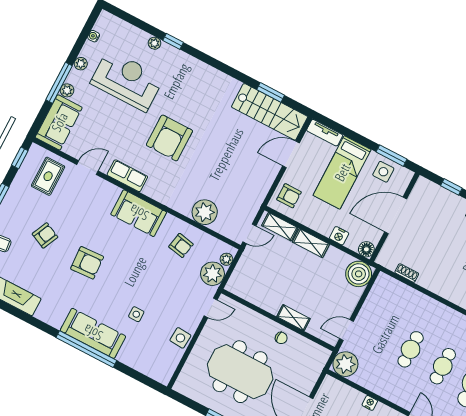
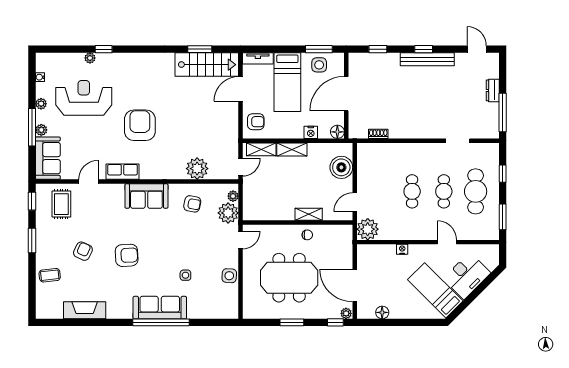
armchair: (169, 138) -> (140, 125), turned 180
boiler: (359, 274) -> (341, 167), moved

